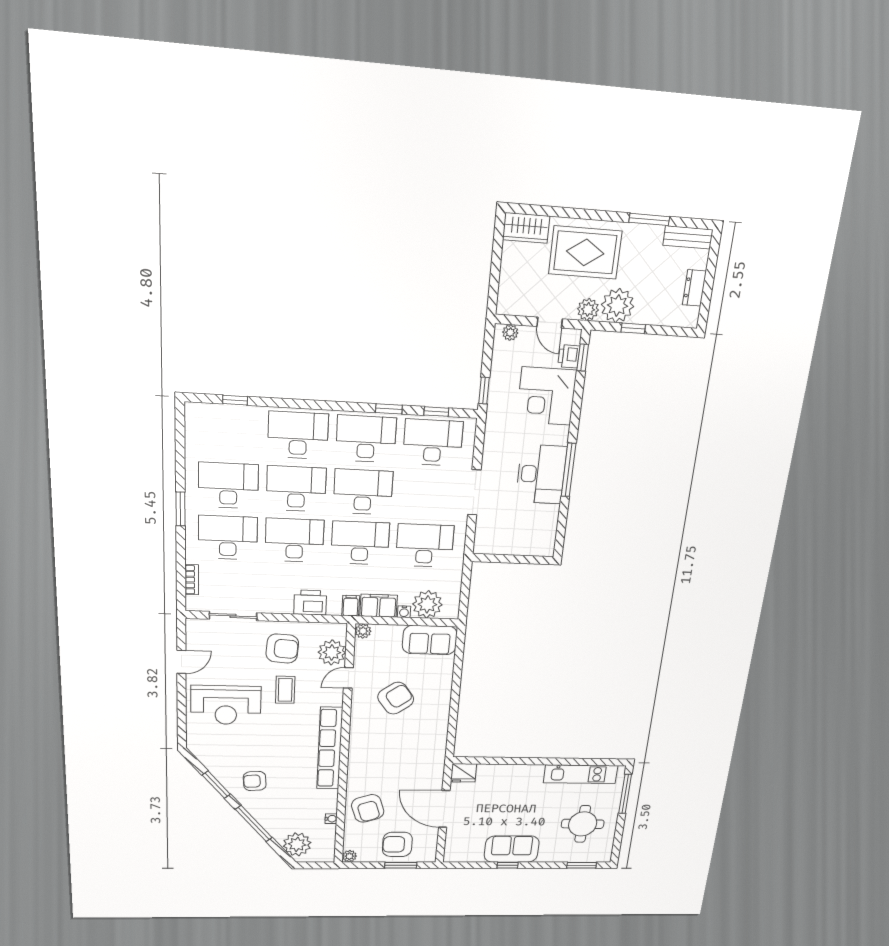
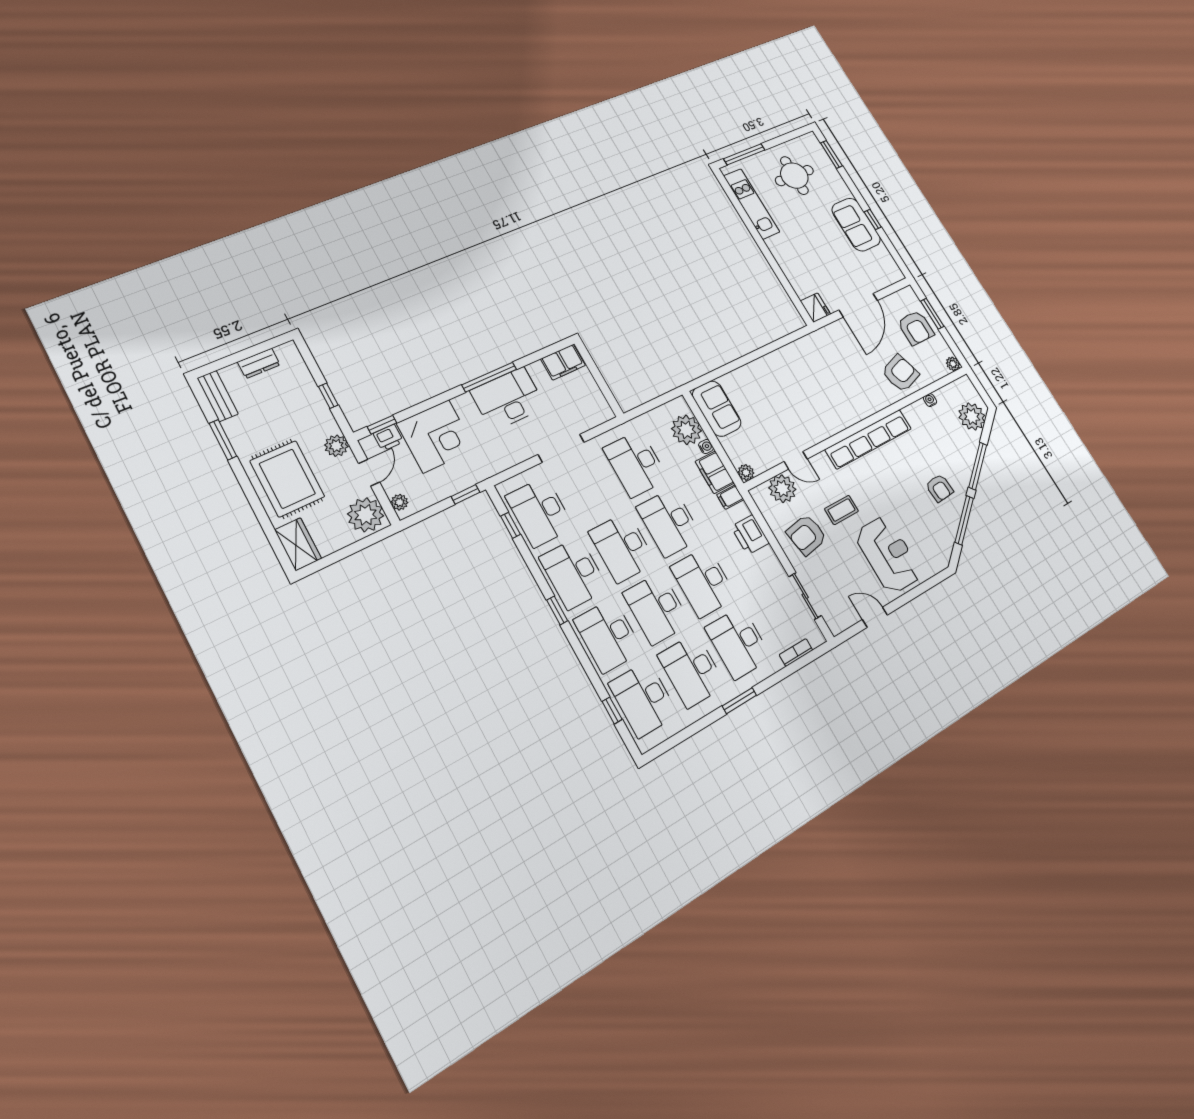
plant: (618, 306) -> (366, 515), moved
window: (389, 409) -> (557, 610), moved
desk: (229, 432) -> (644, 699), added
filing cabinet: (544, 538) -> (563, 362), added
armchair: (282, 649) -> (806, 535), turned -104
armchair: (396, 698) -> (787, 408), removed
window: (216, 785) -> (964, 520), width x1.44

